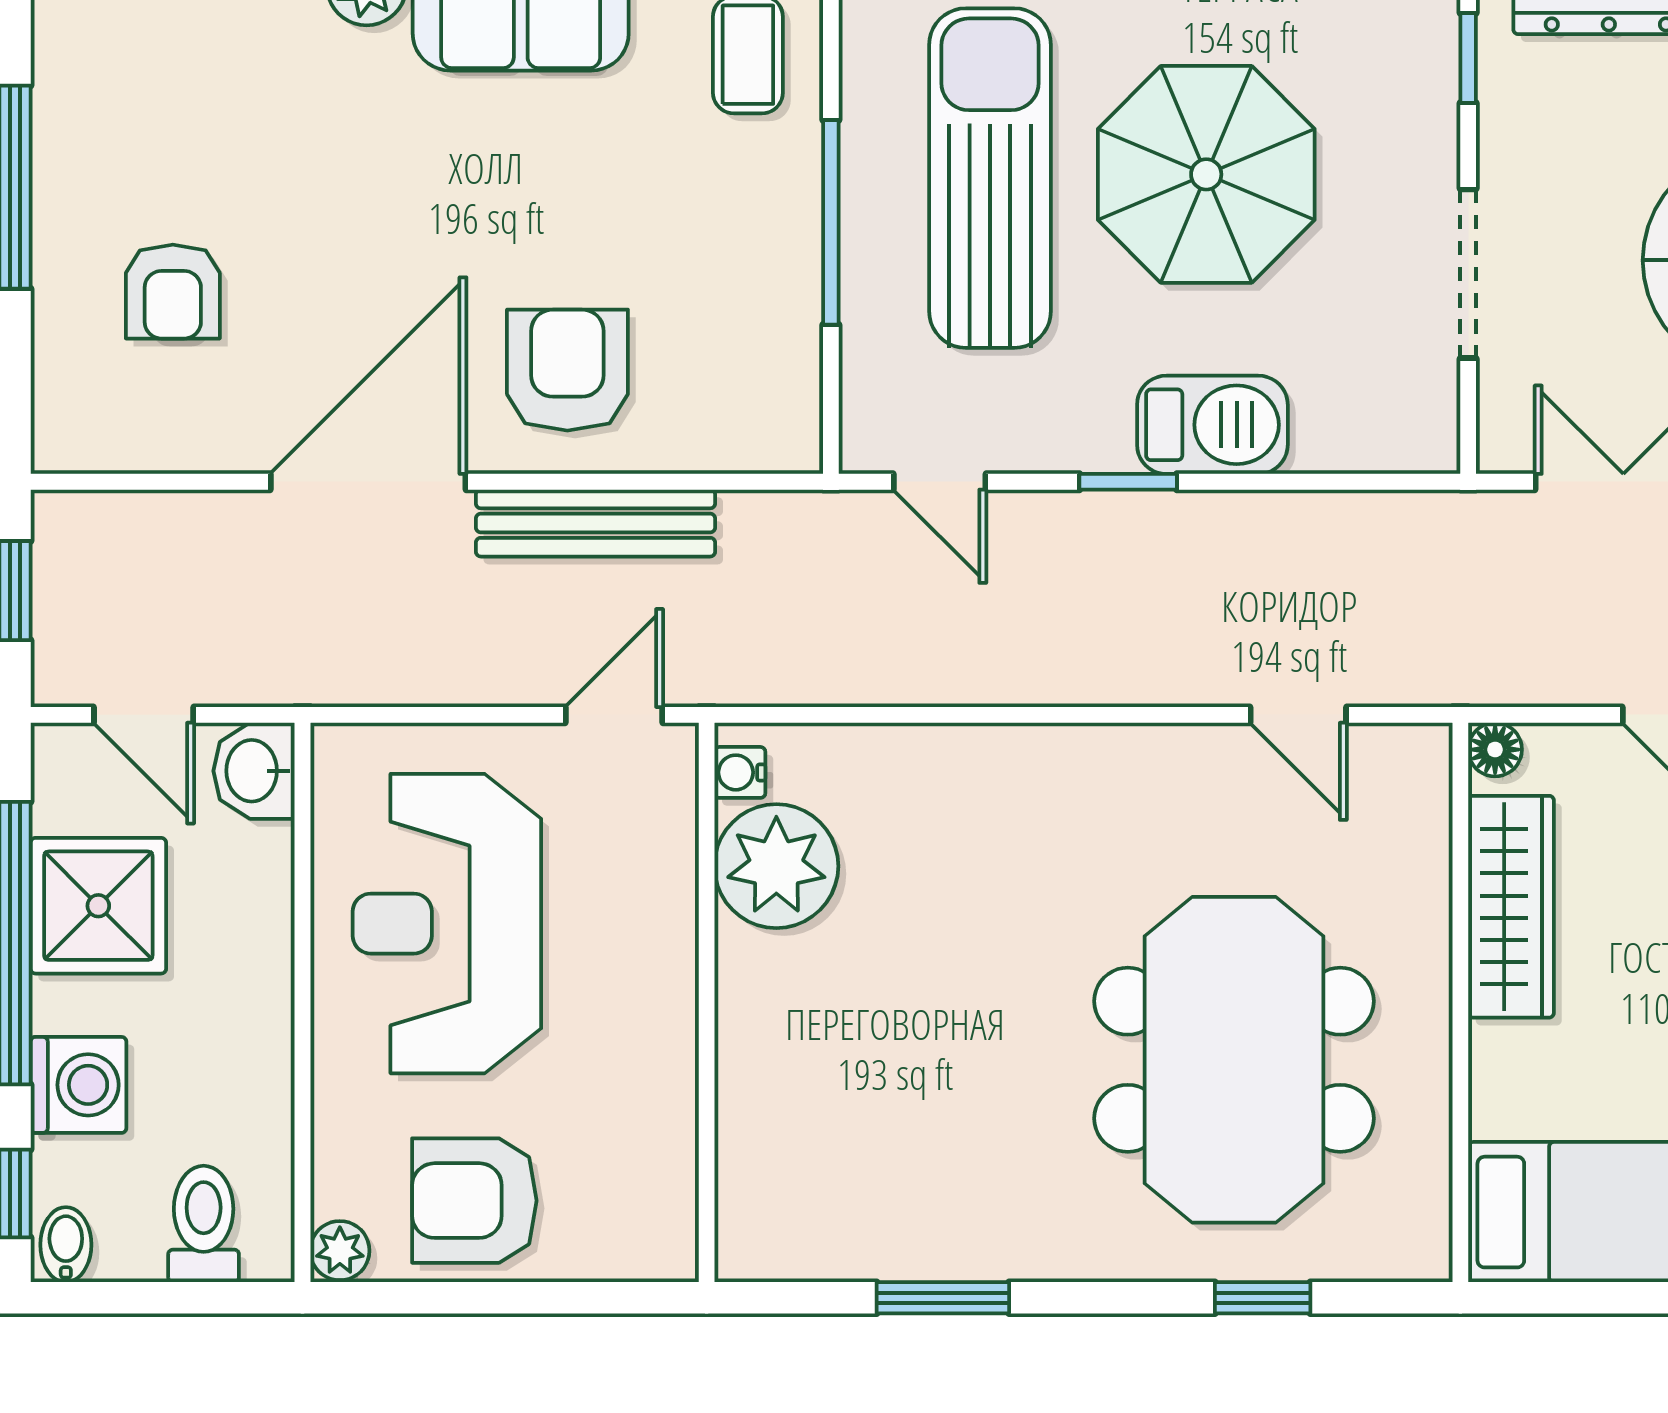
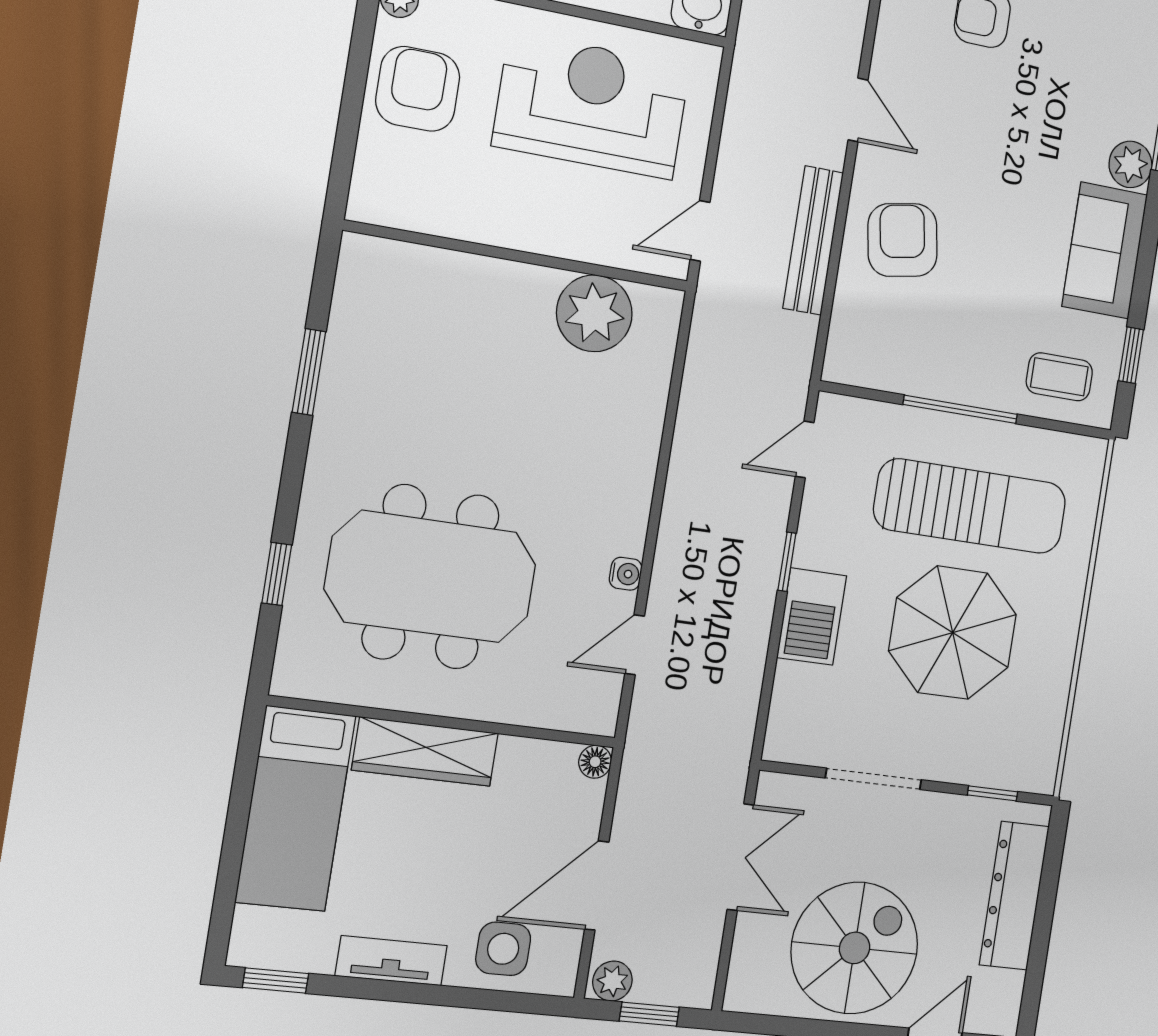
armchair: (567, 370) -> (903, 240), turned -100
door: (368, 482) -> (858, 110), width x0.53
door: (614, 715) -> (700, 231), swing flipped
water cooler: (740, 772) -> (626, 574), moved, turned 90
wardrobe: (1511, 907) -> (425, 752), moved

